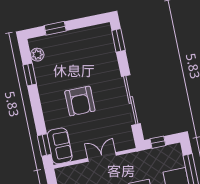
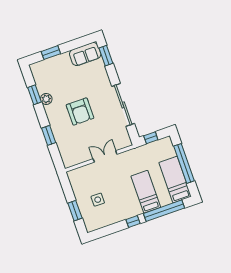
plant: (37, 55) -> (46, 99), moved
window: (44, 145) -> (49, 135), moved
sofa: (60, 146) -> (85, 54), moved, turned 90

